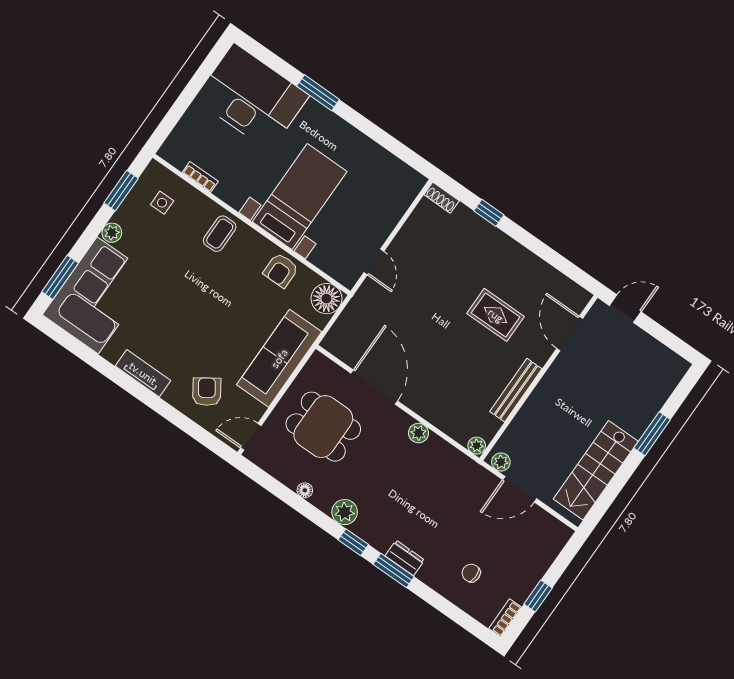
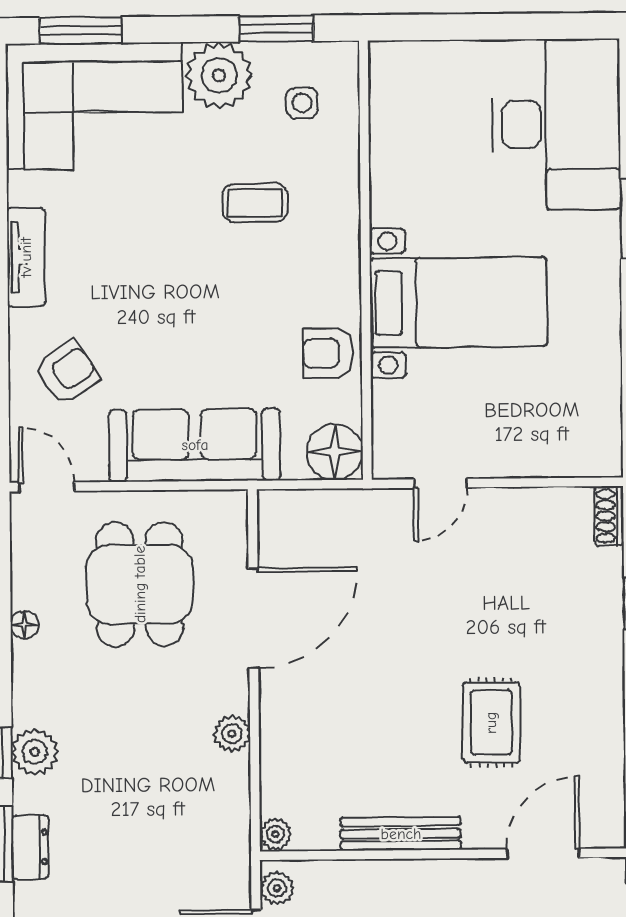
bookcase: (200, 177) -> (381, 132), removed
plant: (112, 233) -> (219, 75), width x1.87, depth x1.87
coffee table: (220, 234) -> (255, 203), moved
plant: (345, 512) -> (35, 752), moved

